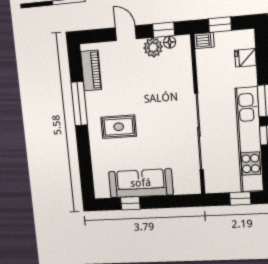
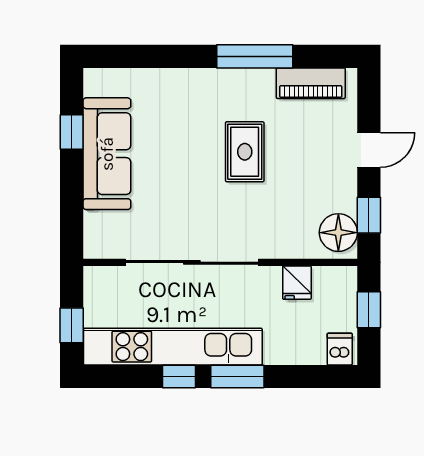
dishwasher: (204, 41) -> (340, 349), moved, turned 180
floor lamp: (170, 42) -> (338, 233), width x1.89, depth x1.89
plant: (153, 47) -> (341, 195), removed
fridge: (245, 58) -> (297, 283), moved, turned 180
rug: (119, 127) -> (245, 152), moved

